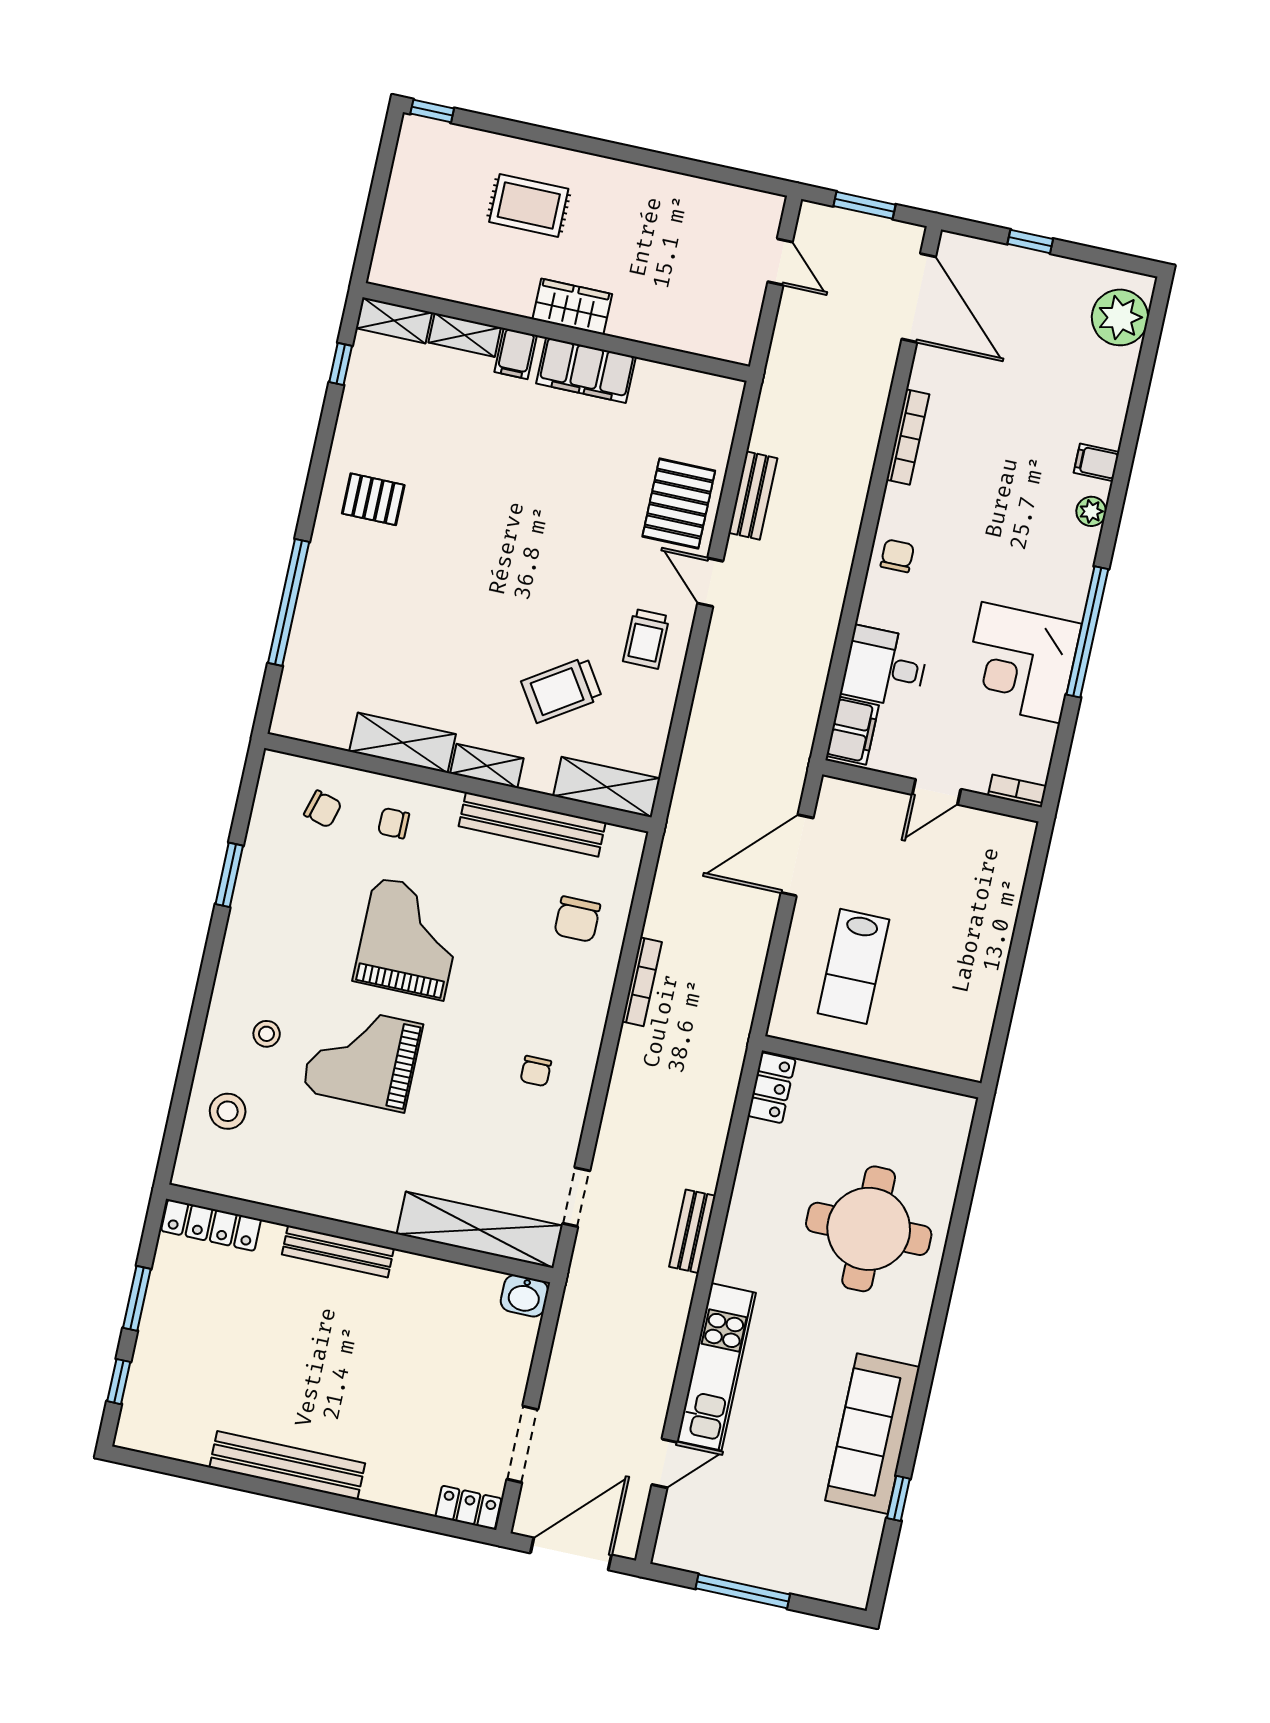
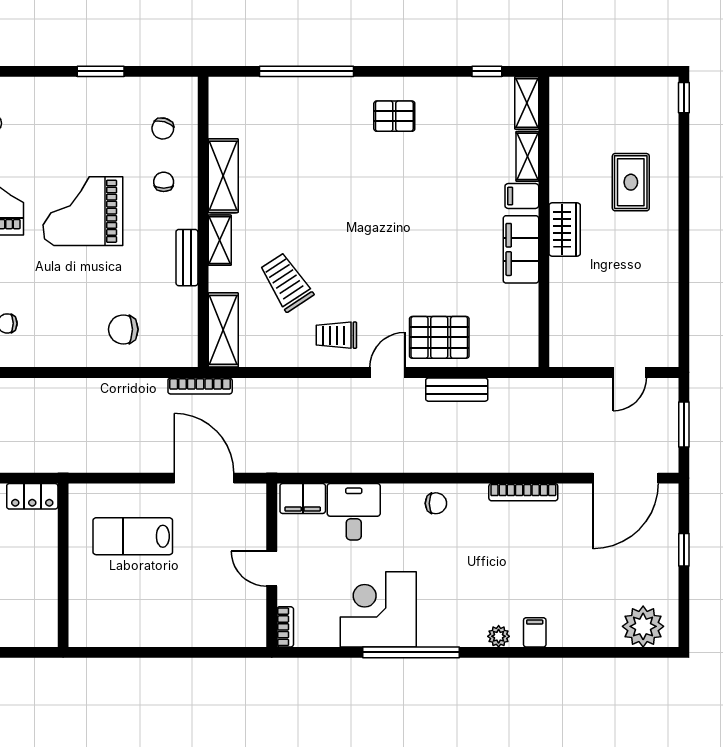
pallet: (373, 499) -> (394, 116), turned 90
bench: (532, 824) -> (187, 258), width x0.54, depth x0.82
grand piano: (409, 939) -> (83, 211), turned 180
bookcase: (642, 982) -> (200, 386), moved

